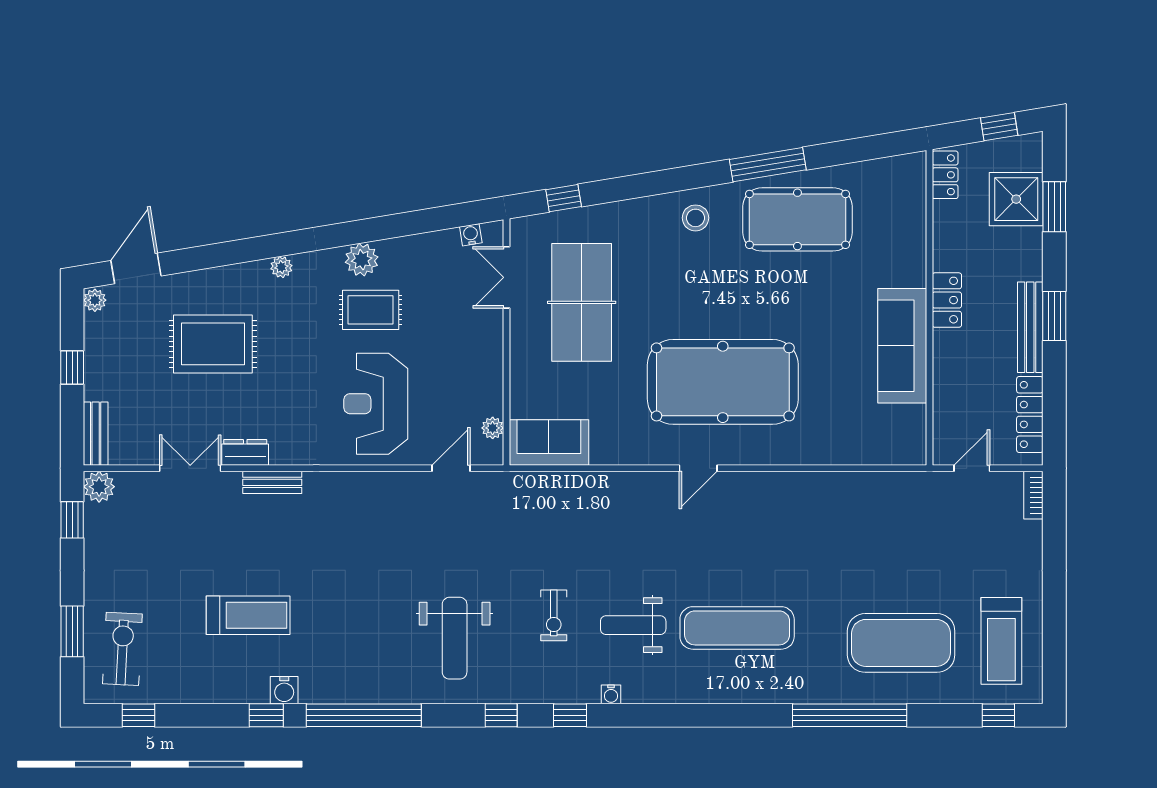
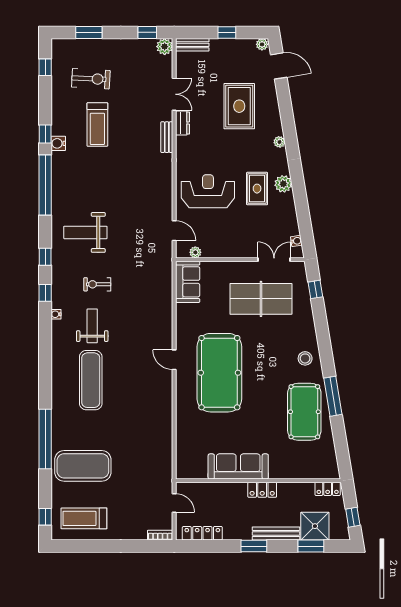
bench: (1030, 327) -> (276, 533), moved
exercise mat: (901, 643) -> (83, 466), turned 90
exercise bike: (122, 649) -> (91, 79), moved

